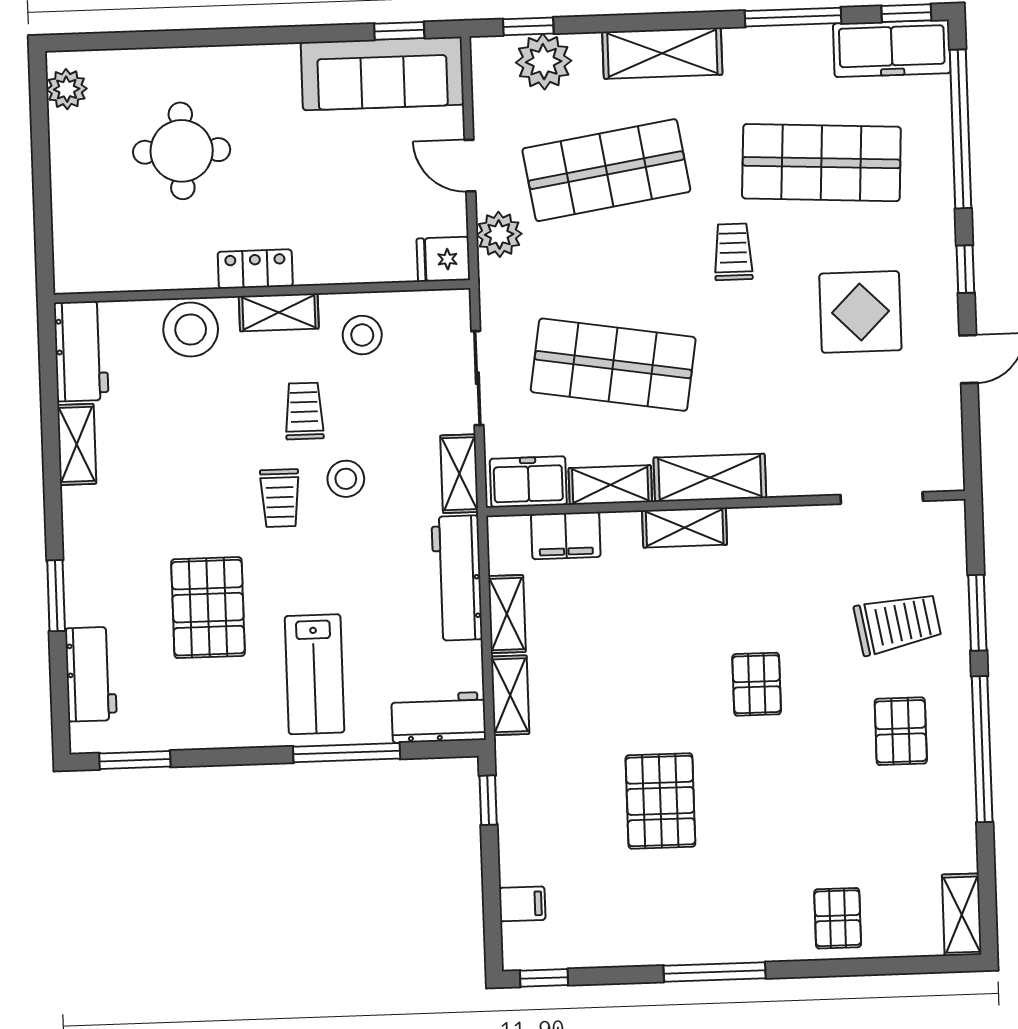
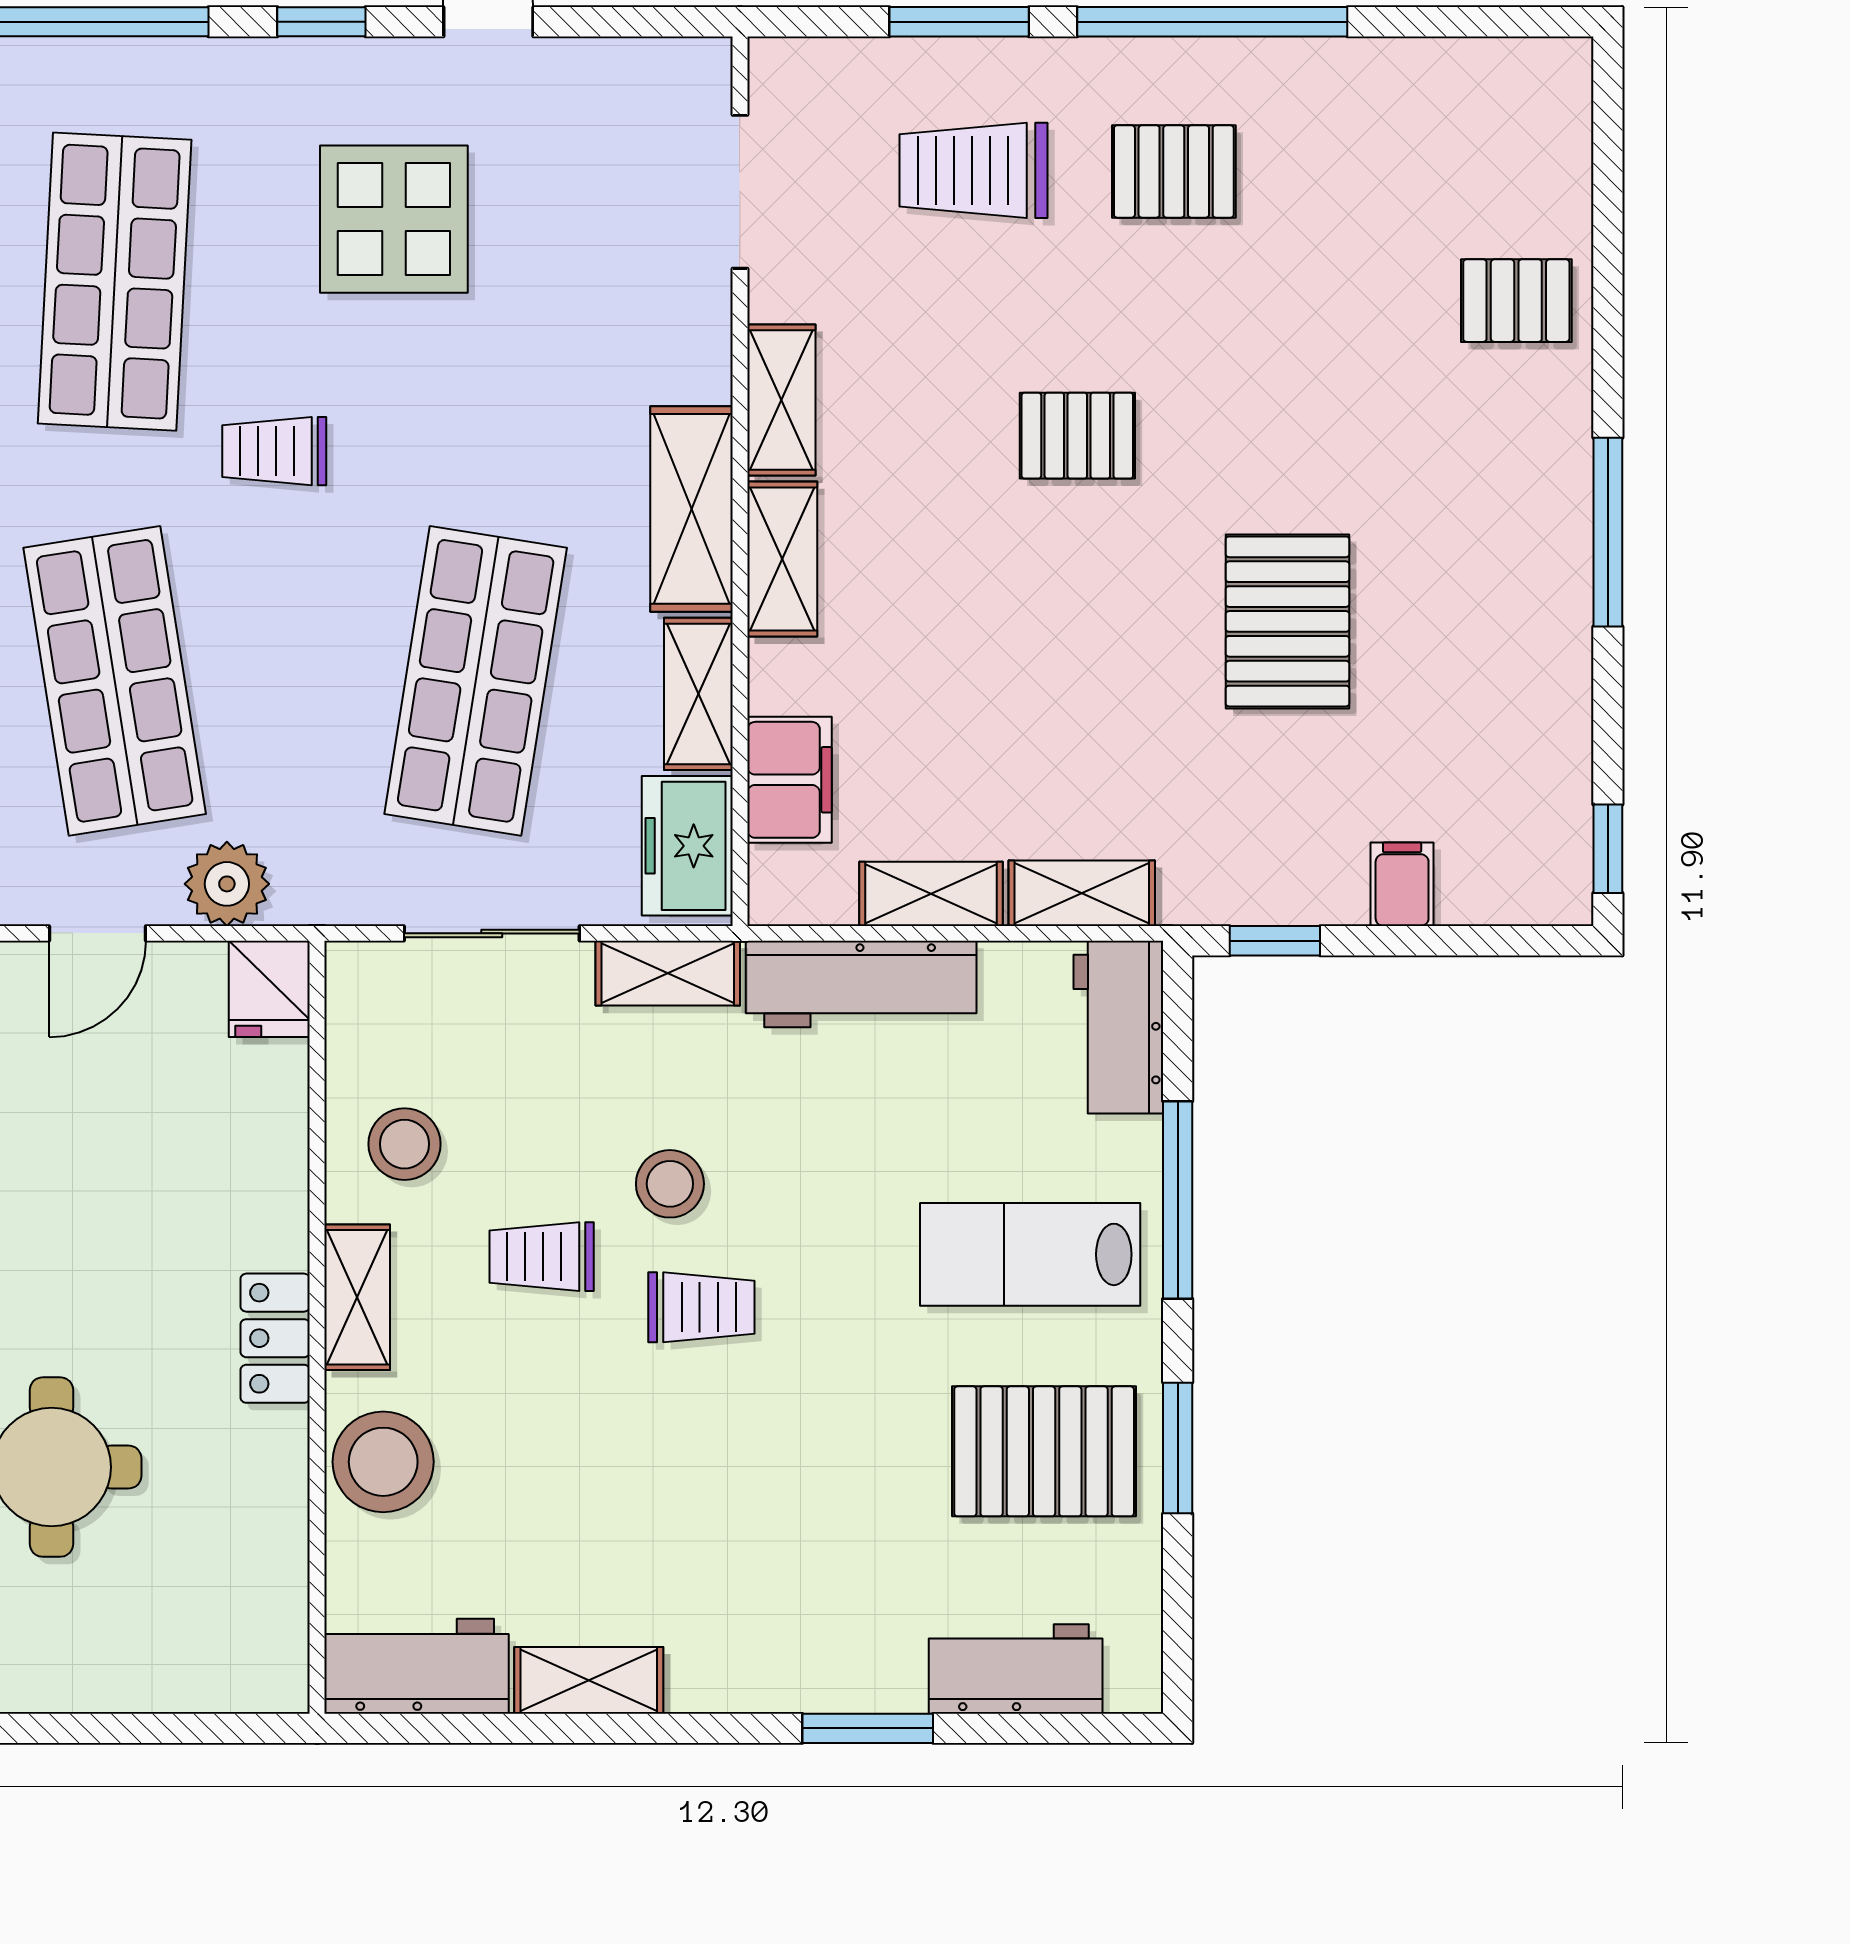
pallet: (208, 608) -> (1044, 1451), moved
trolley: (898, 623) -> (973, 170), turned -80
lab bench: (315, 674) -> (1030, 1254), turned 180
window: (135, 760) -> (1178, 1448), moved
pallet: (660, 801) -> (1287, 621), turned 90
filing cabinet: (522, 904) -> (1402, 884), moved
shelving: (962, 915) -> (781, 400), moved, turned 90

